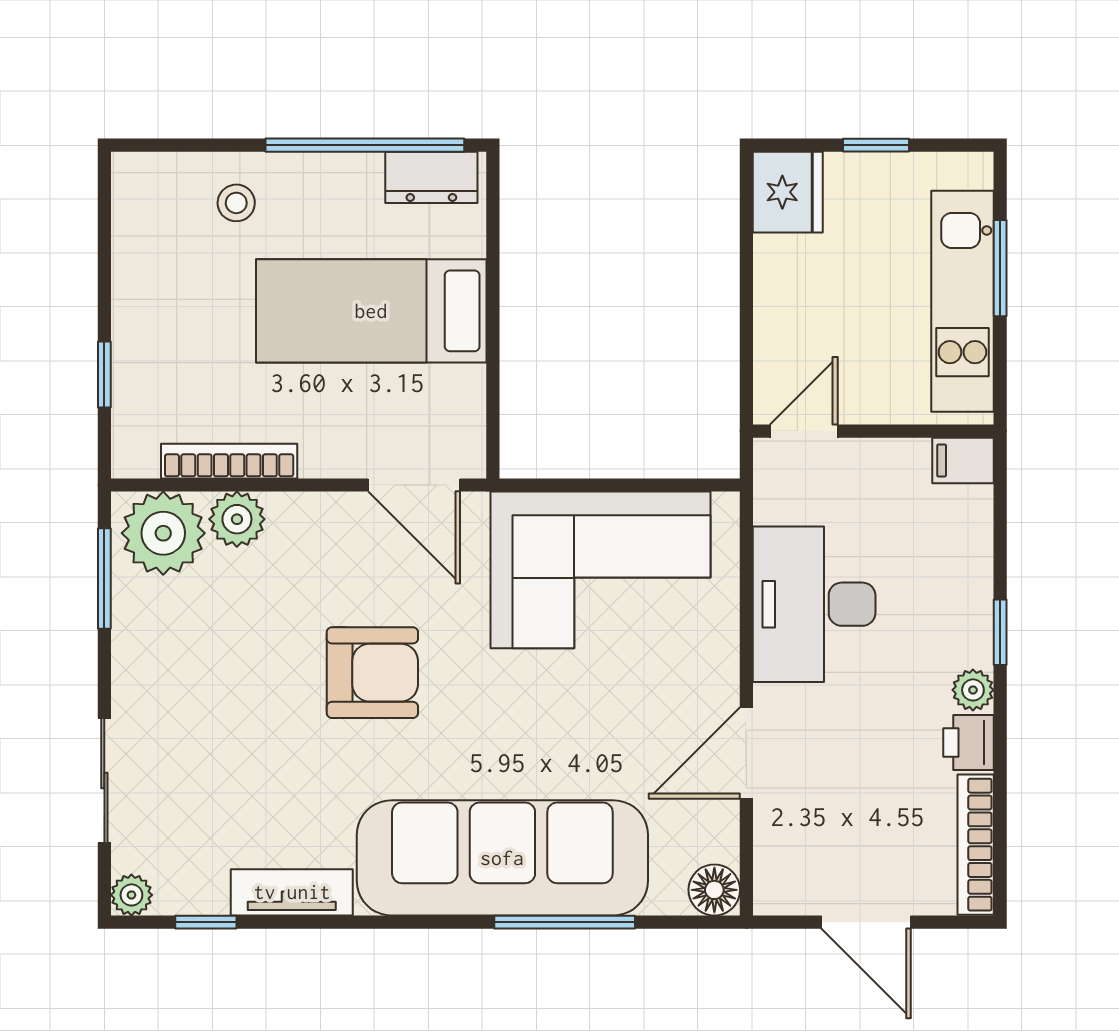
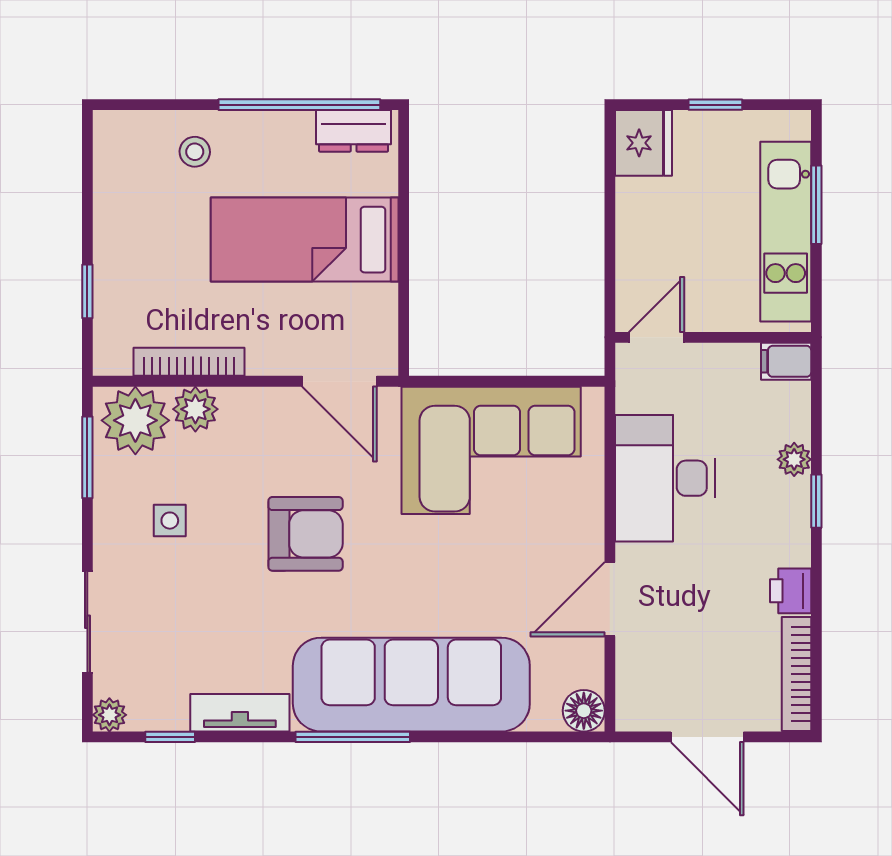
side table: (206, 656) -> (170, 521), added
plant: (973, 690) -> (794, 459), moved
window: (565, 922) -> (353, 737), moved

